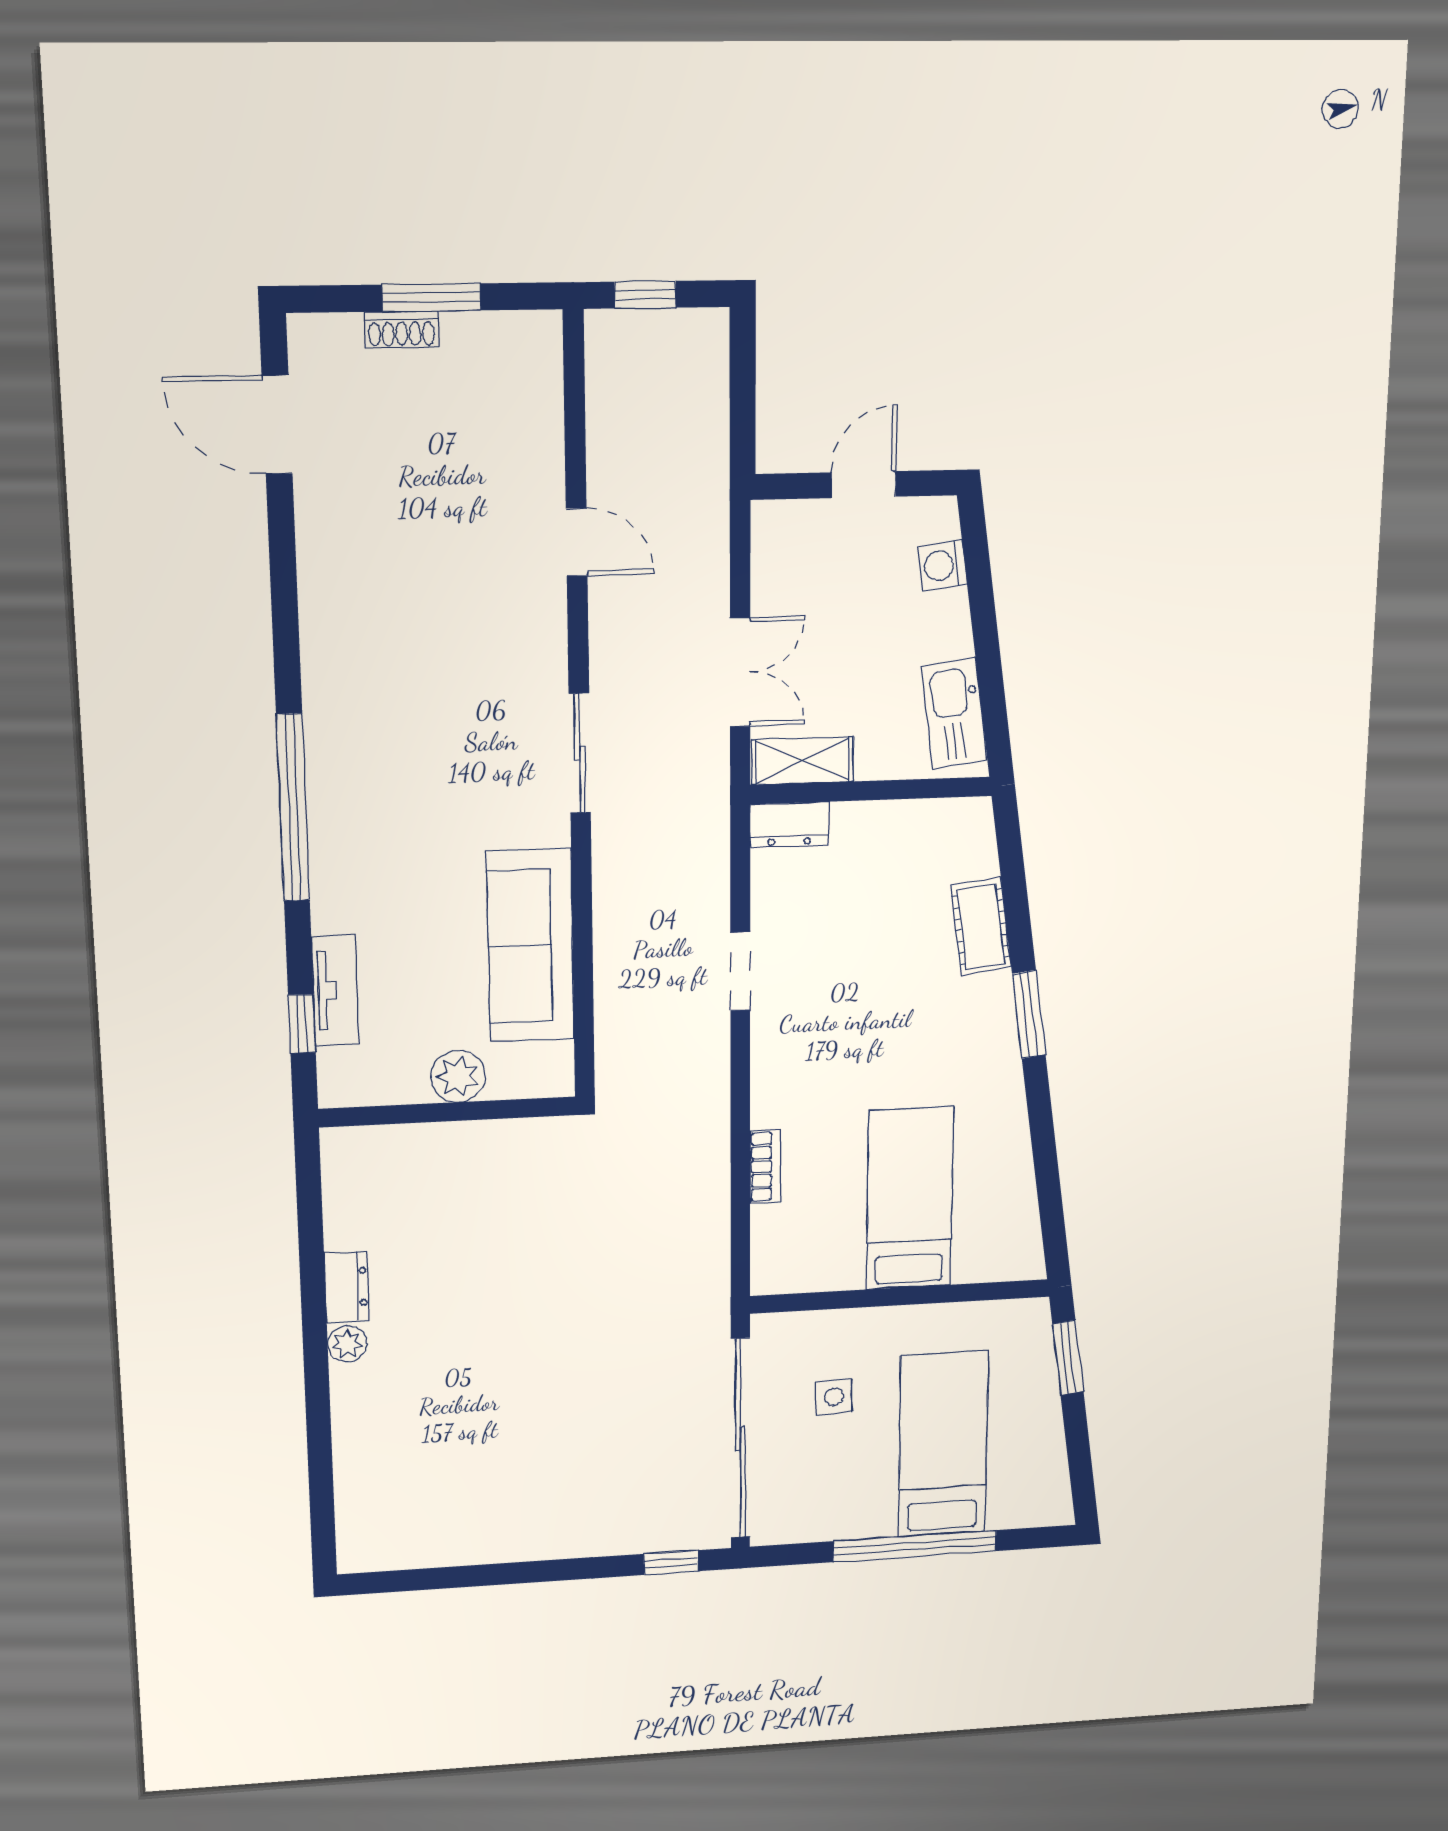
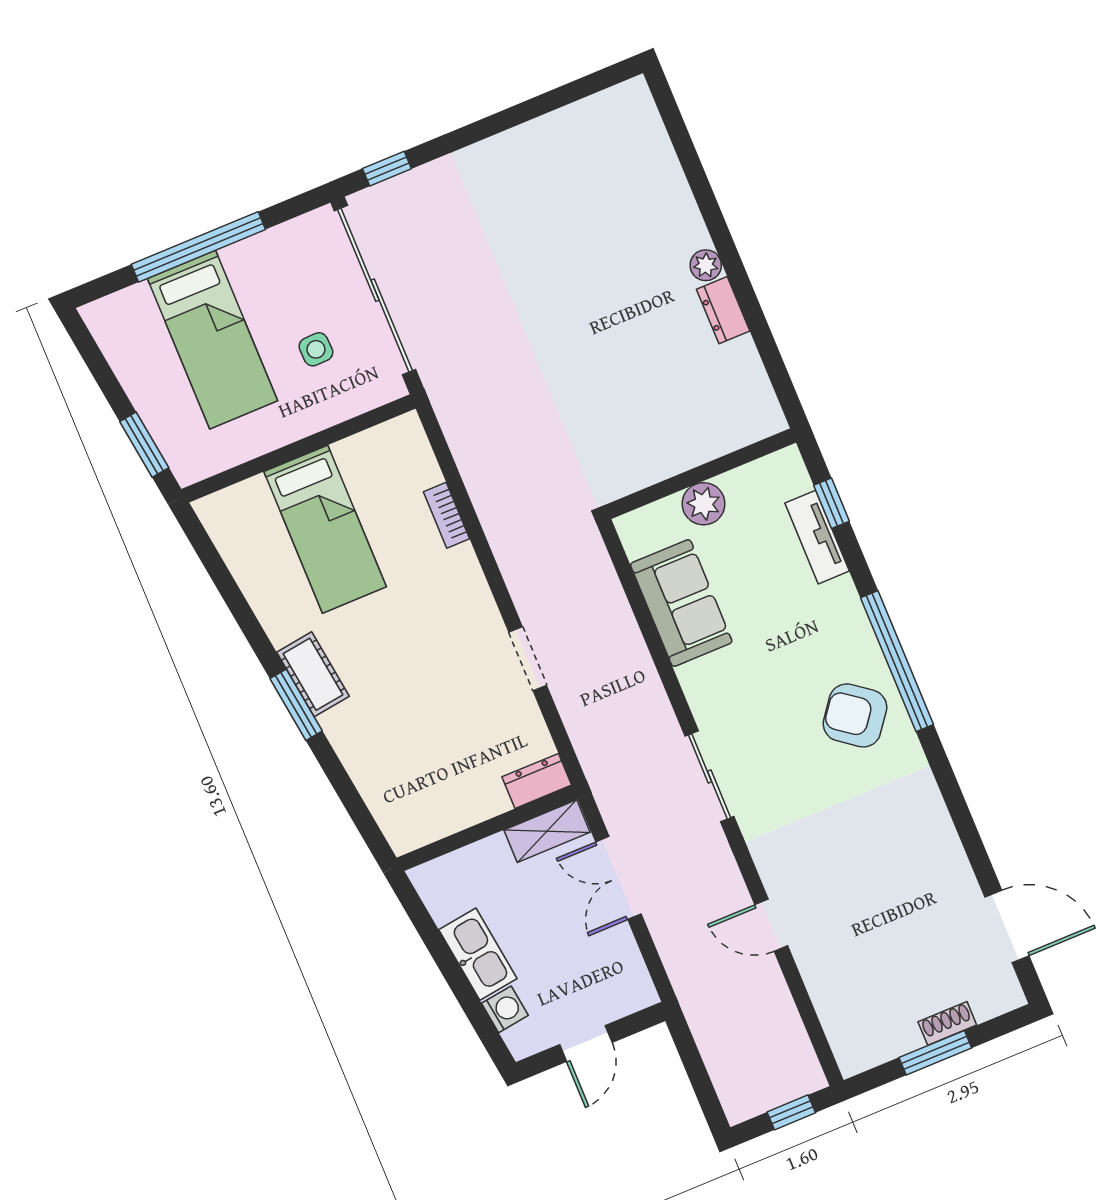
kitchen sink: (954, 713) -> (478, 954), moved
armchair: (371, 761) -> (855, 715), added
cot: (981, 927) -> (313, 674), moved
sofa: (531, 946) -> (681, 603), width x0.73

